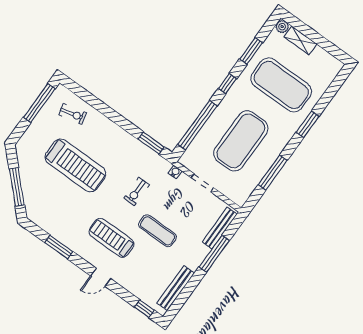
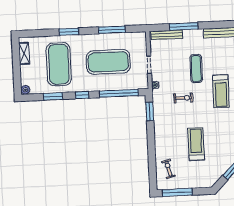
shelving: (300, 40) -> (24, 53), moved
treadmill: (75, 165) -> (196, 144), width x0.73, depth x0.73

